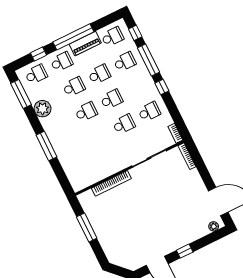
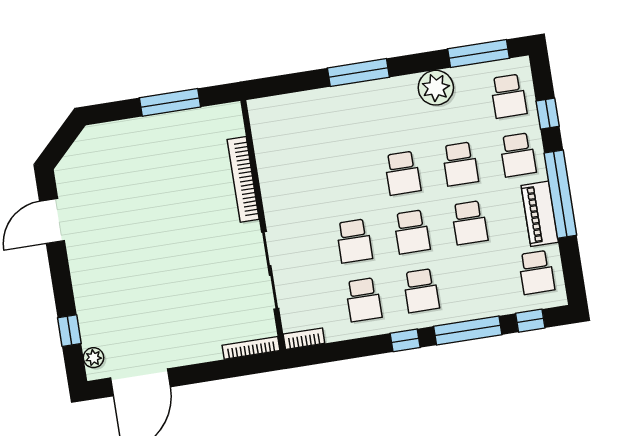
school desk: (125, 62) -> (421, 291), moved
window: (185, 251) -> (69, 331), moved

